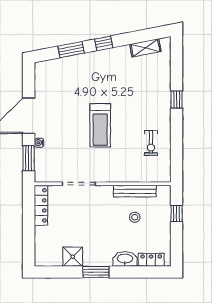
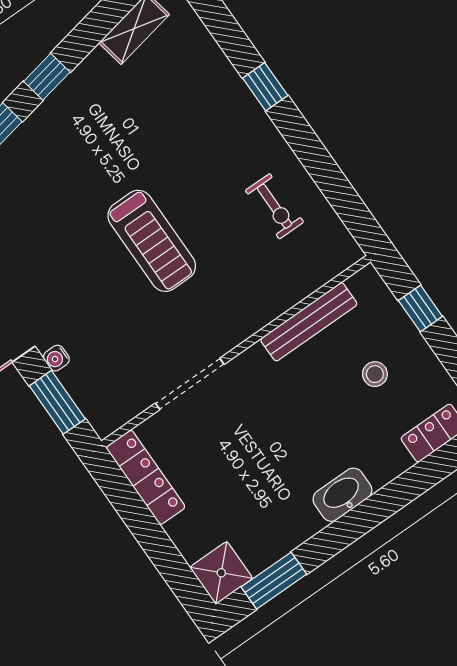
stool: (135, 217) -> (375, 374), moved
shower: (73, 257) -> (221, 573), moved
washbasin: (125, 259) -> (342, 495), moved
window: (96, 272) -> (274, 581), moved

